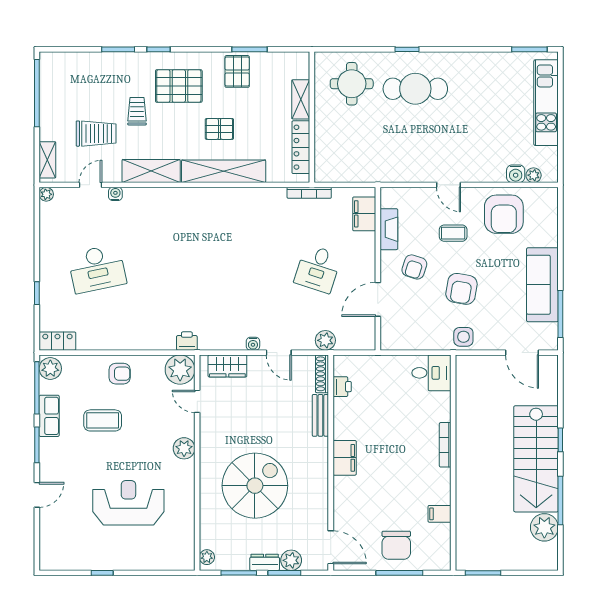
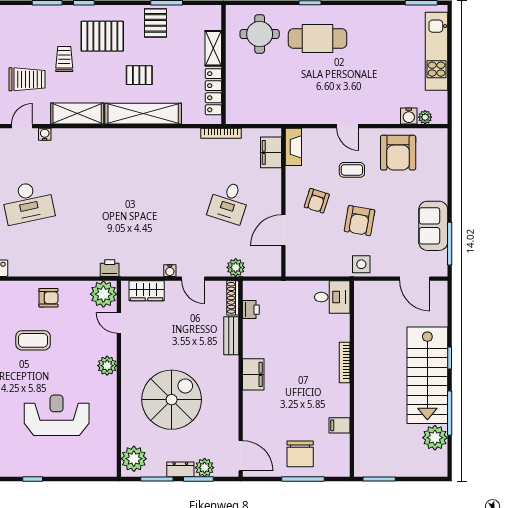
fireplace: (389, 229) -> (293, 147), moved
sofa: (542, 285) -> (433, 226), width x0.73
plant: (207, 557) -> (134, 459), width x1.88, depth x1.88

